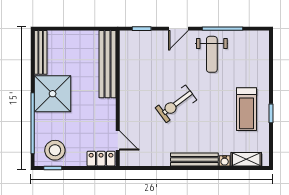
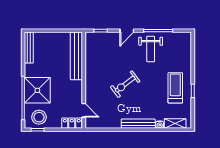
shower: (53, 94) -> (37, 90), moved
treadmill: (247, 109) -> (175, 88), turned 180

